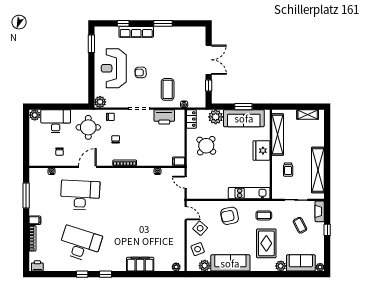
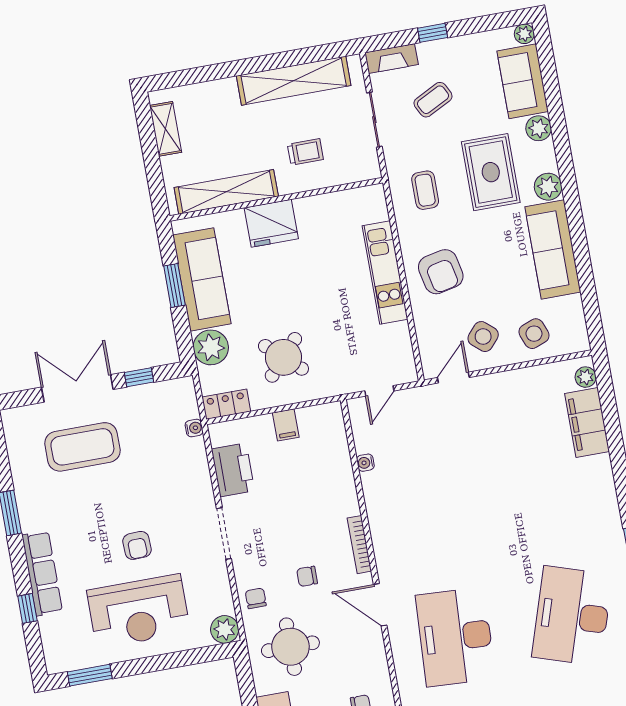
coffee table: (168, 89) -> (82, 447), moved, width x1.36, depth x1.32
filing cabinet: (179, 161) -> (286, 425), moved
door: (87, 167) -> (380, 605), moved
kitchen unit: (249, 193) -> (385, 272), moved
rug: (266, 243) -> (491, 172), turned 90
filing cabinet: (140, 264) -> (587, 423), moved
plant: (205, 266) -> (548, 187), moved

